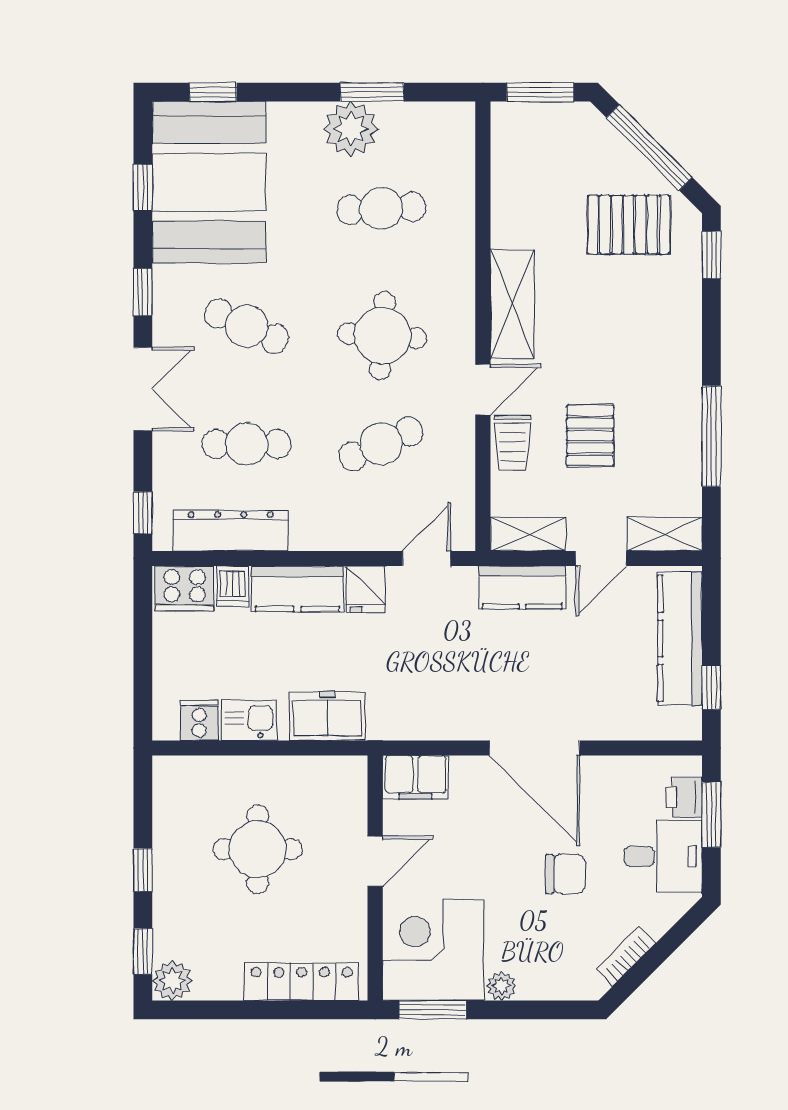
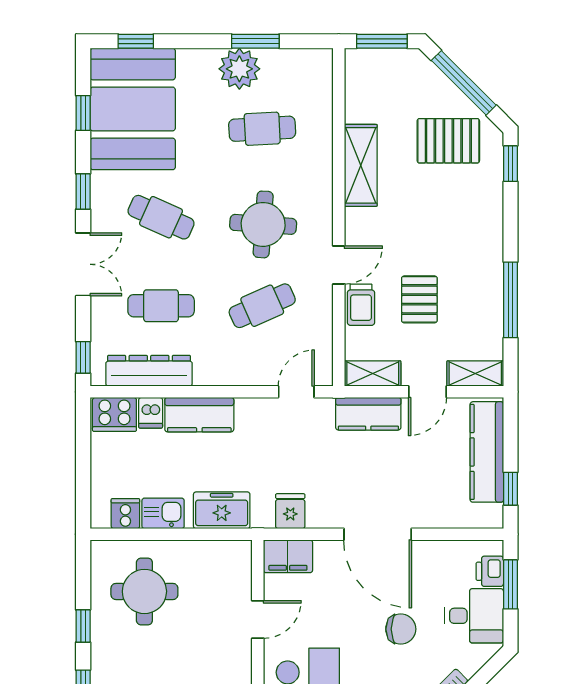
shelving: (512, 304) -> (361, 165), moved
fridge: (366, 589) -> (290, 511), moved, turned 180
round table: (258, 849) -> (144, 591), moved

